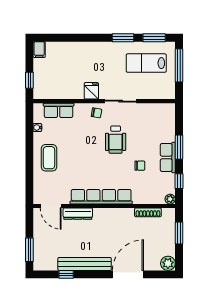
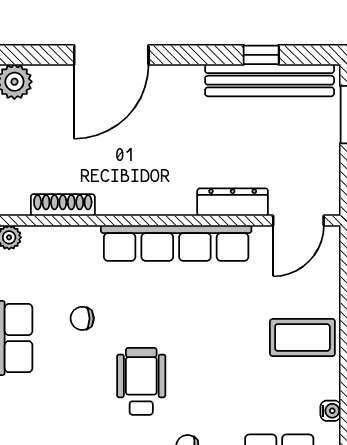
coffee table: (49, 158) -> (302, 338), turned 90
door: (51, 206) -> (298, 221), swing flipped
bench: (85, 264) -> (270, 80), moved

